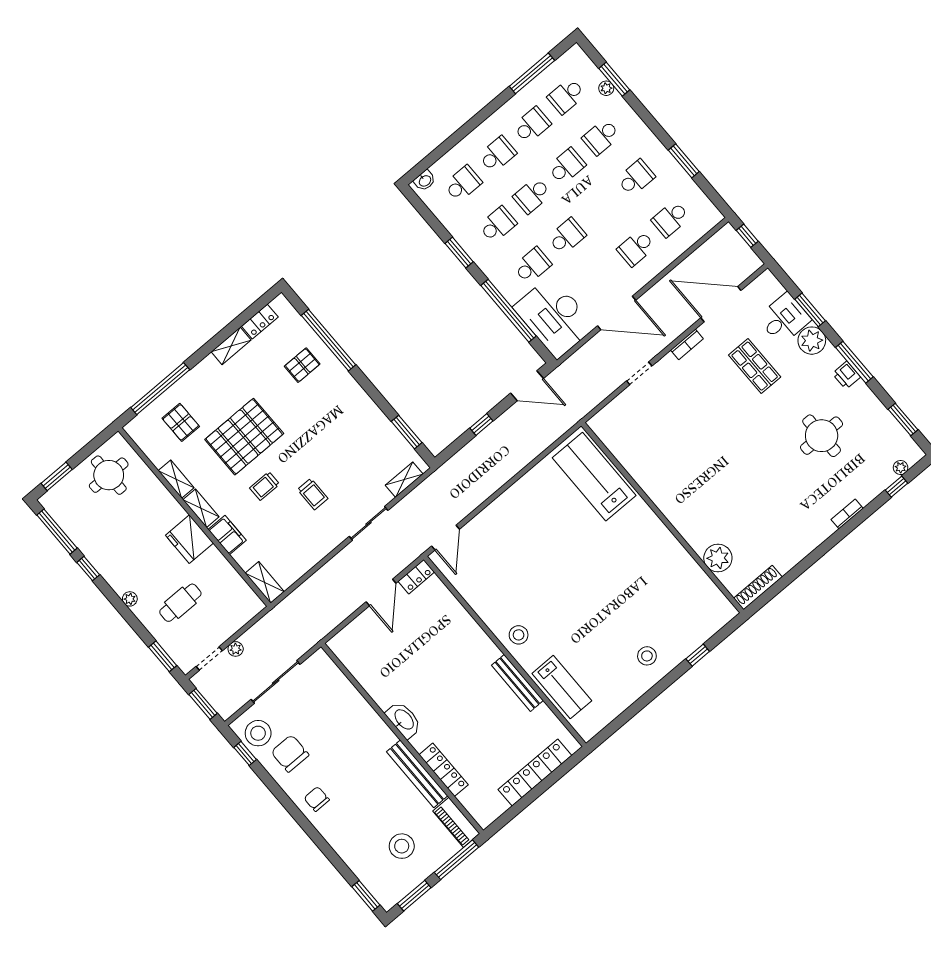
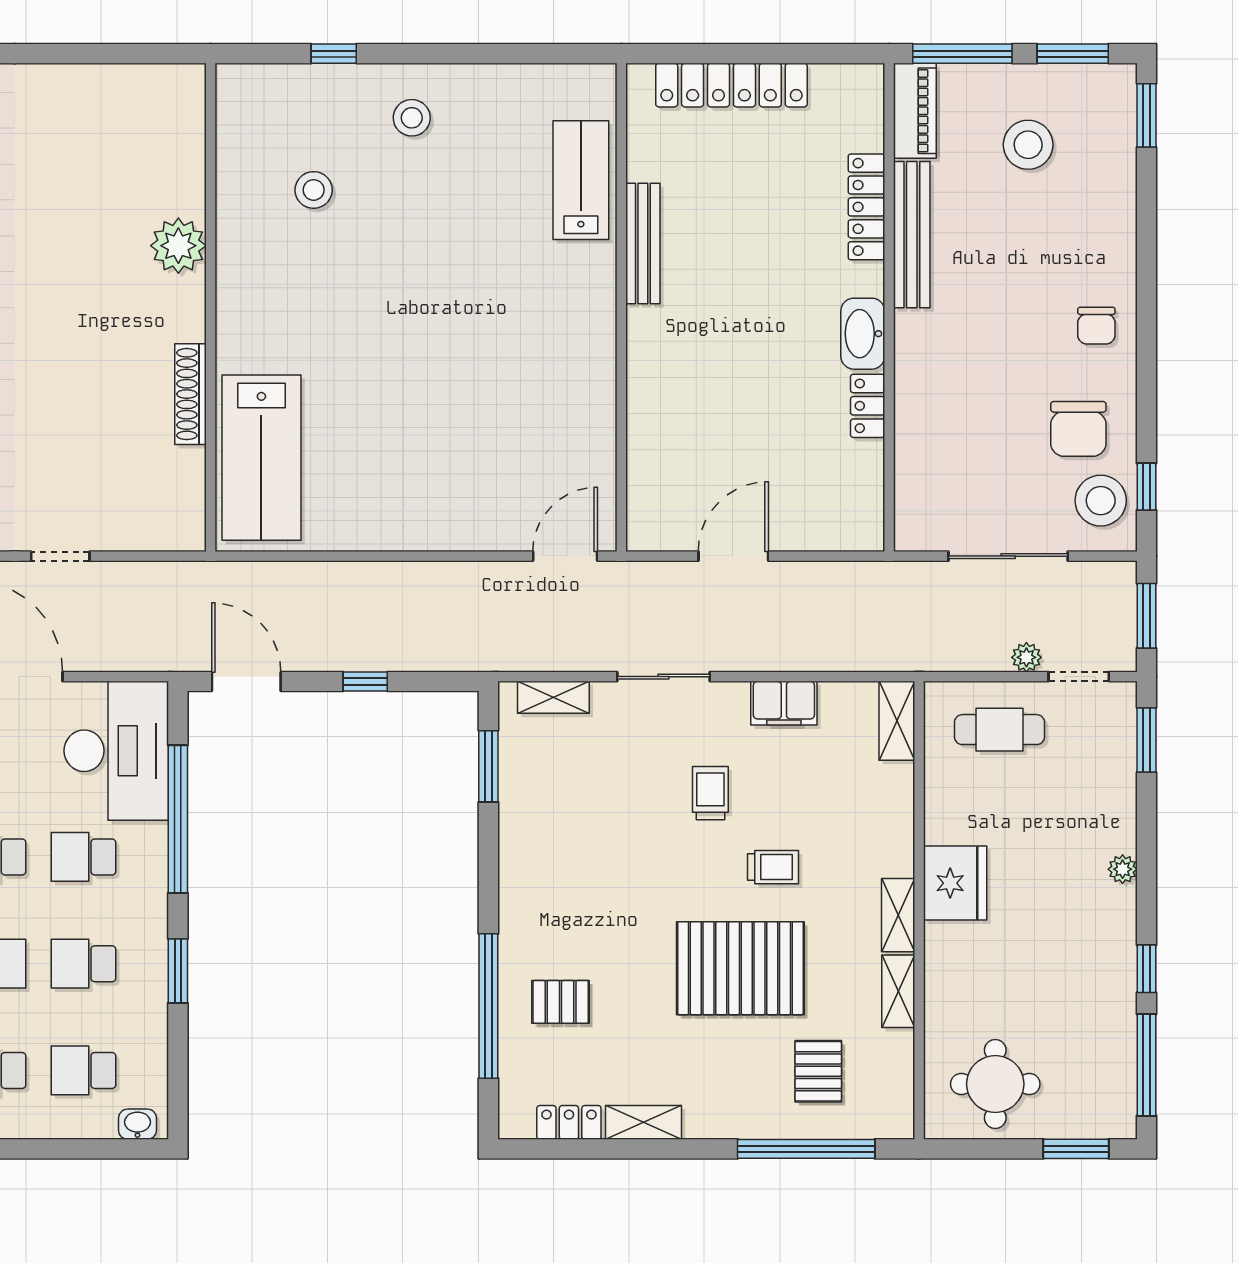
filing cabinet: (227, 535) -> (784, 703), moved, turned -90
plant: (718, 558) -> (178, 246), moved
locker: (416, 577) -> (868, 406), moved, turned -90
shoe rack: (758, 588) -> (191, 394), moved, turned 90
cafe table: (180, 603) -> (999, 730), moved
stool: (519, 635) -> (314, 190), moved

